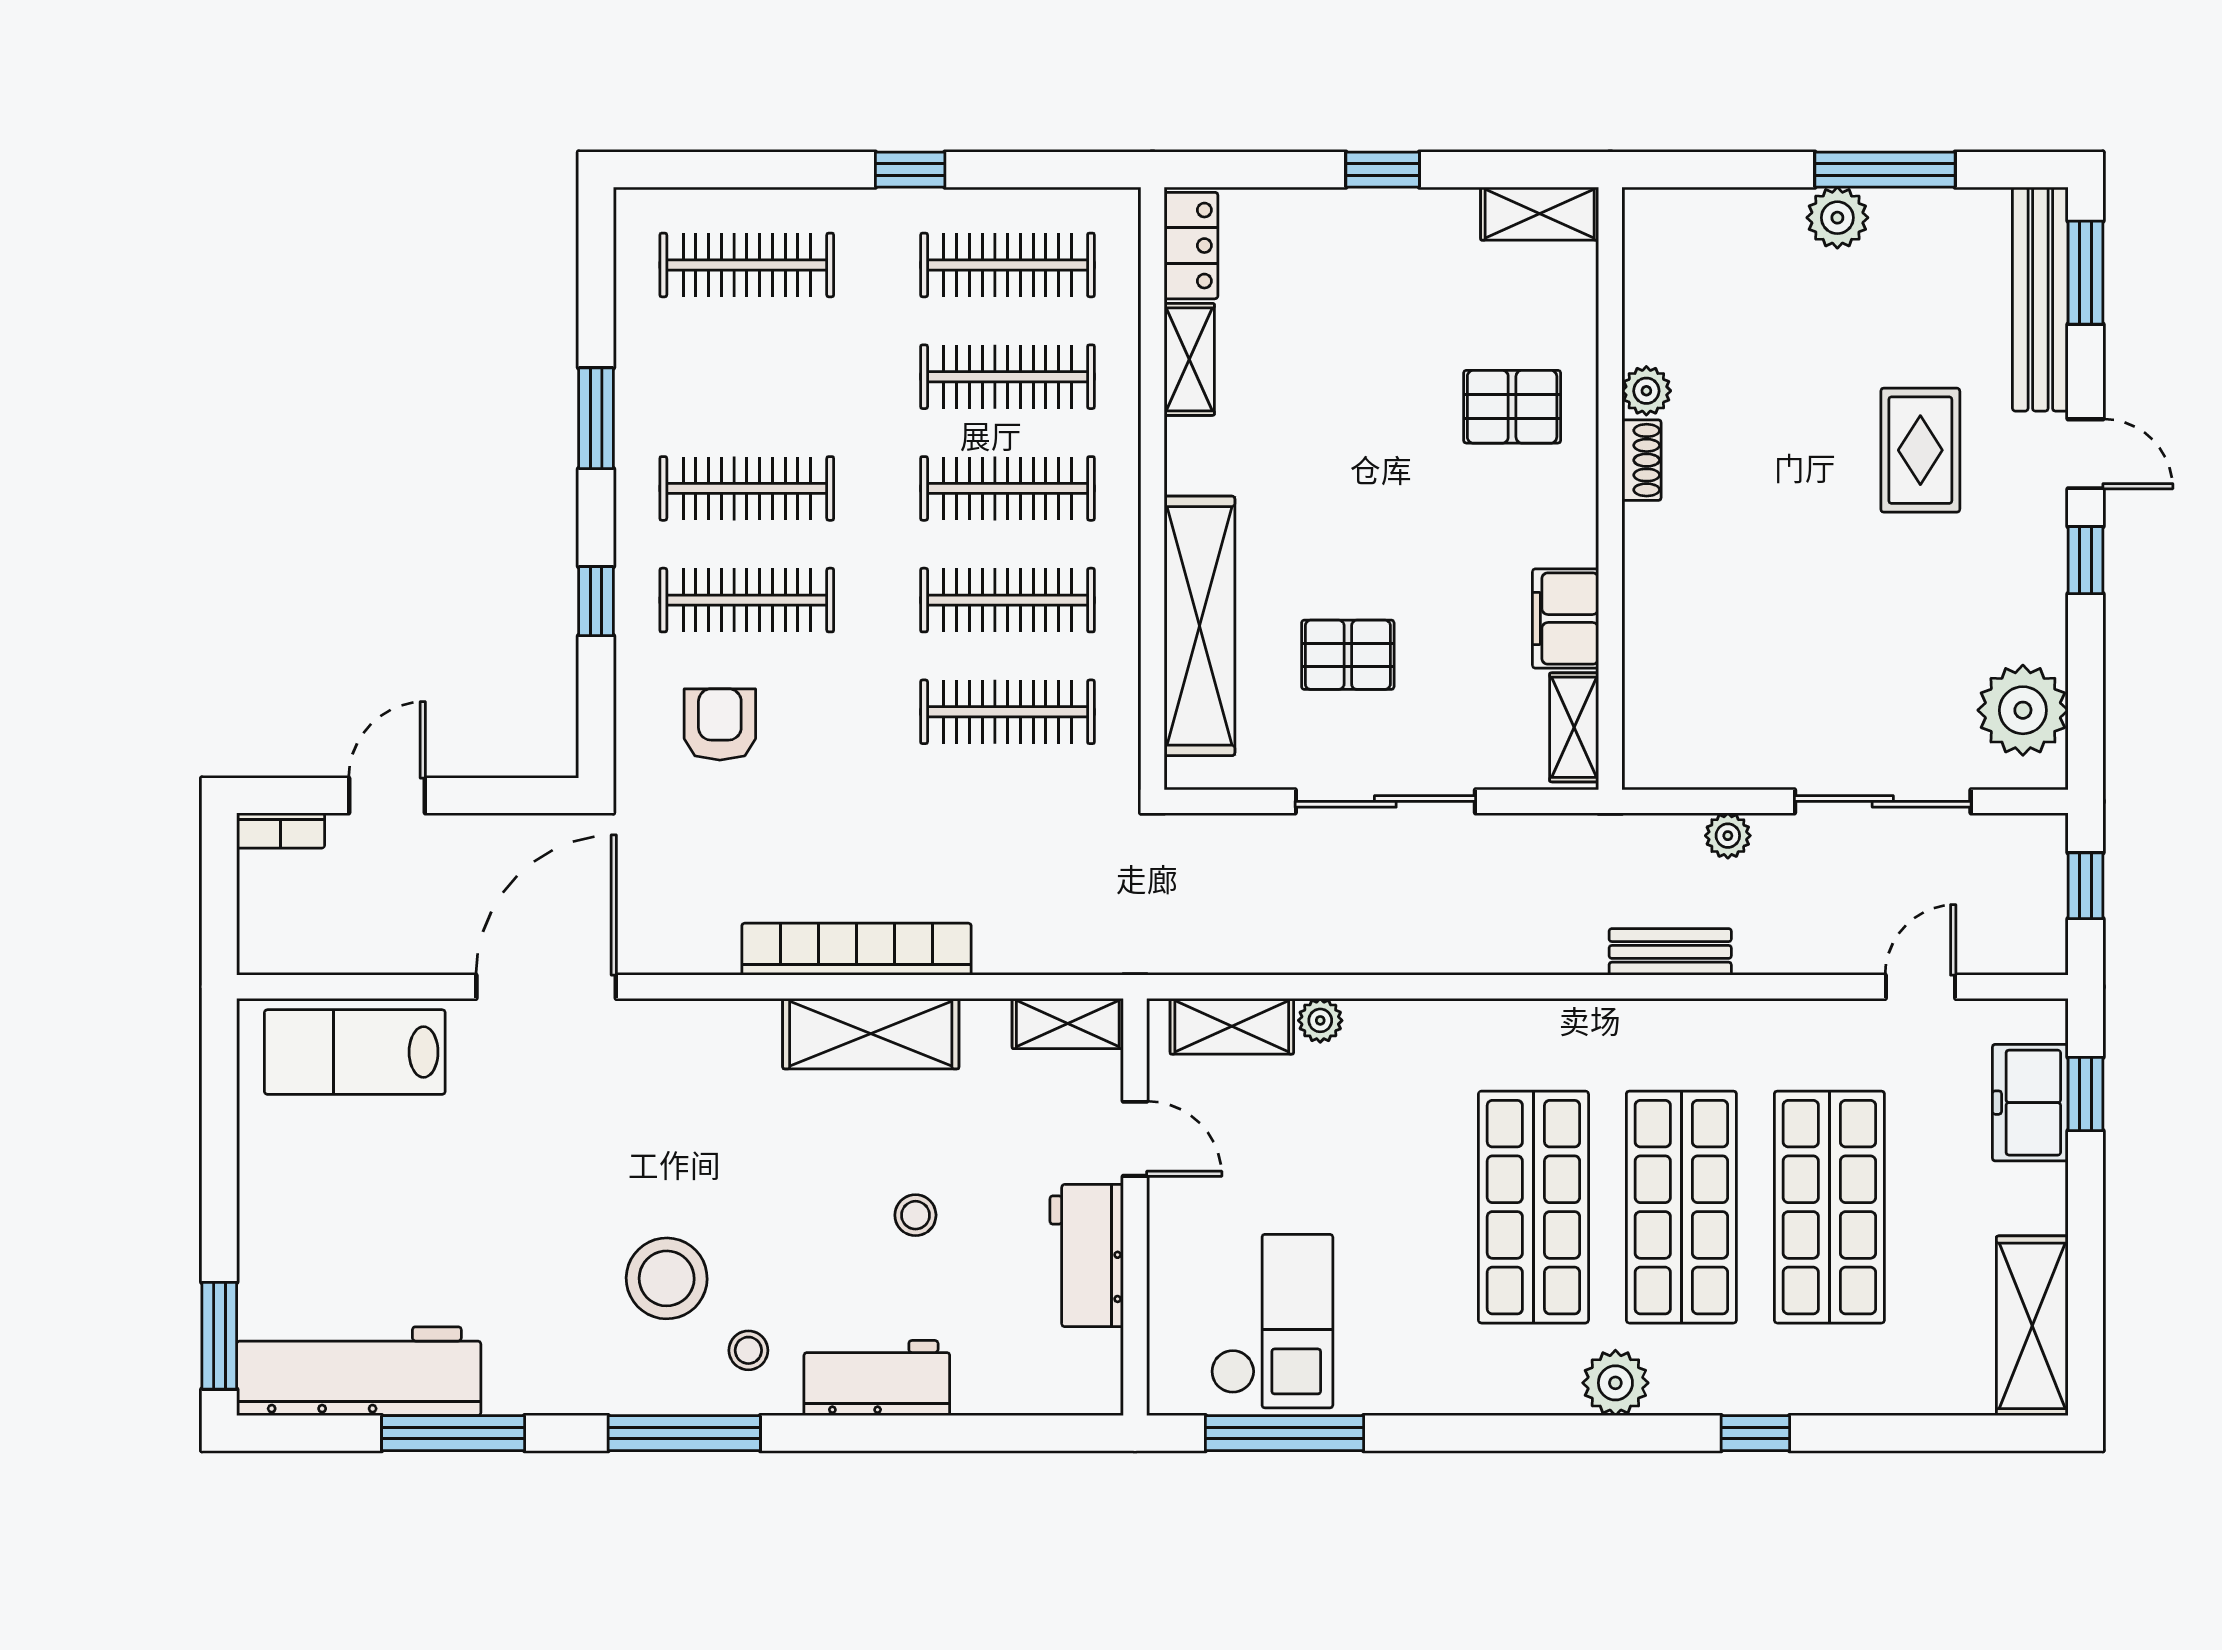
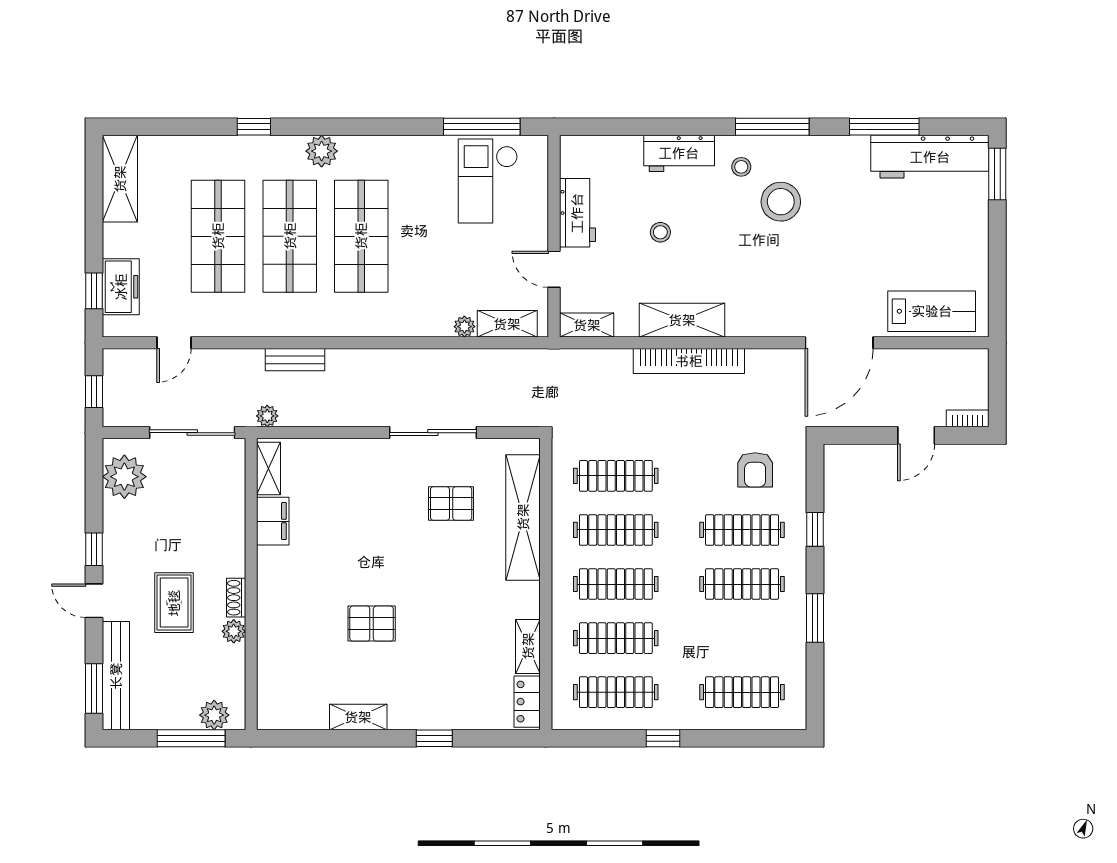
plant: (1646, 391) -> (234, 631), moved
shoe rack: (1641, 460) -> (236, 598), moved
wall: (1610, 488) -> (251, 584), moved
filing cabinet: (1566, 619) -> (273, 521), moved
shelving: (1574, 727) -> (269, 468), moved

